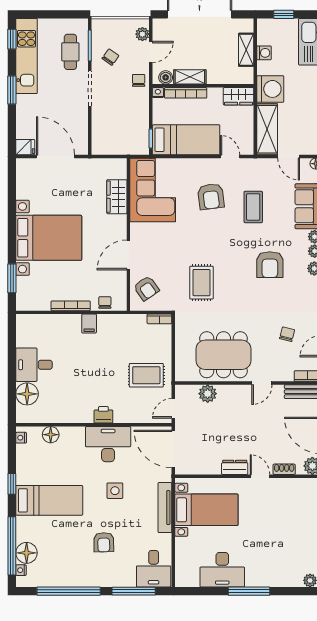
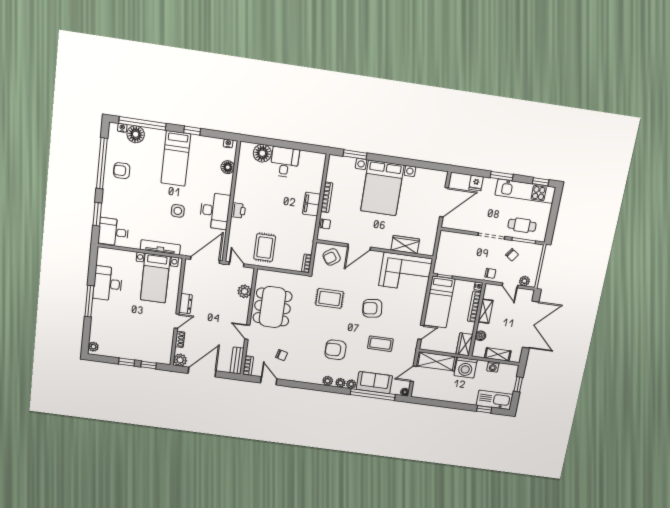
boiler: (166, 77) -> (480, 336), moved
fridge: (25, 147) -> (476, 183), moved
armchair: (211, 196) -> (372, 308), moved
door: (128, 255) -> (359, 247), swing flipped
filing cabinet: (89, 324) -> (312, 204), width x2.00
armchair: (104, 542) -> (122, 171), moved
window: (134, 591) -> (97, 214), width x0.69

